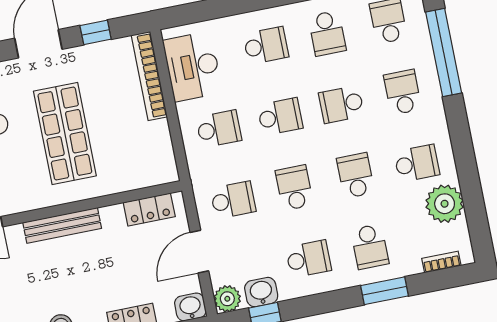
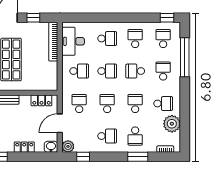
school desk: (327, 33) -> (135, 39), turned 180
school desk: (233, 200) -> (79, 104), turned -90
washbasin: (261, 292) -> (83, 146), removed

